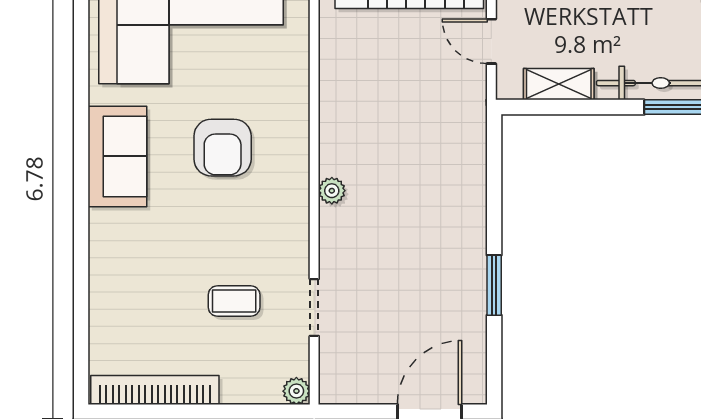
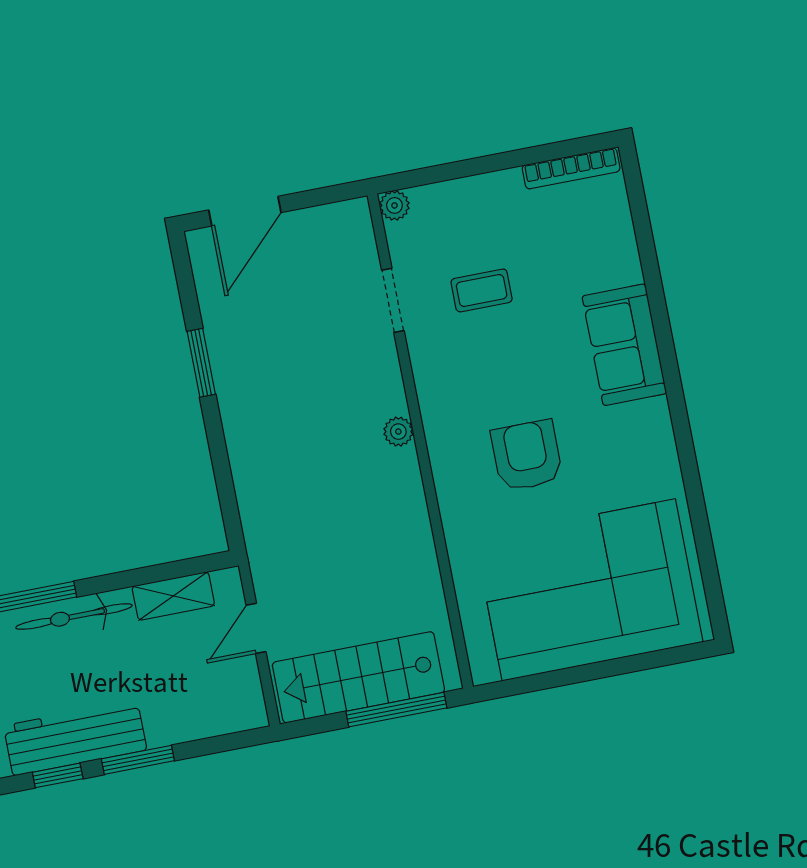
door: (491, 41) -> (256, 628), swing flipped
sofa: (117, 156) -> (624, 345), moved
bookcase: (155, 390) -> (571, 168), width x0.68, depth x0.76

